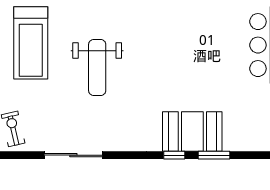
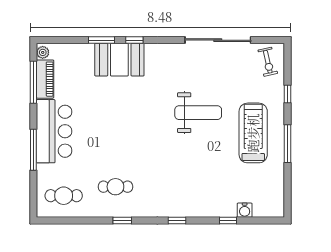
weight bench: (97, 67) -> (198, 113), turned 90
sliding door: (73, 155) -> (218, 40), width x1.36

